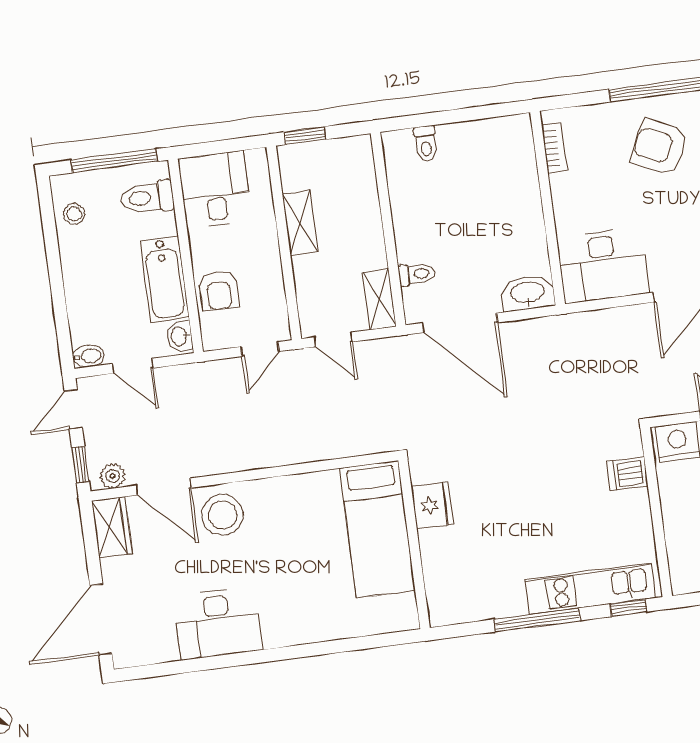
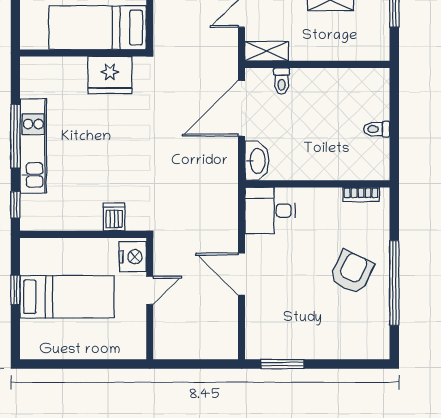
toilet: (426, 144) -> (377, 129), moved
desk: (603, 265) -> (270, 211), width x0.73
fridge: (432, 505) -> (110, 75), width x1.36, depth x1.34
kitchen unit: (590, 589) -> (33, 146), moved

